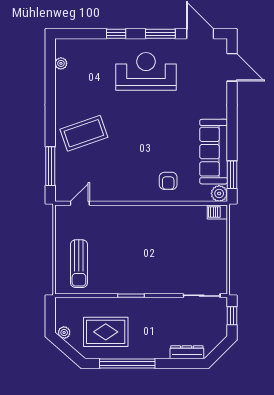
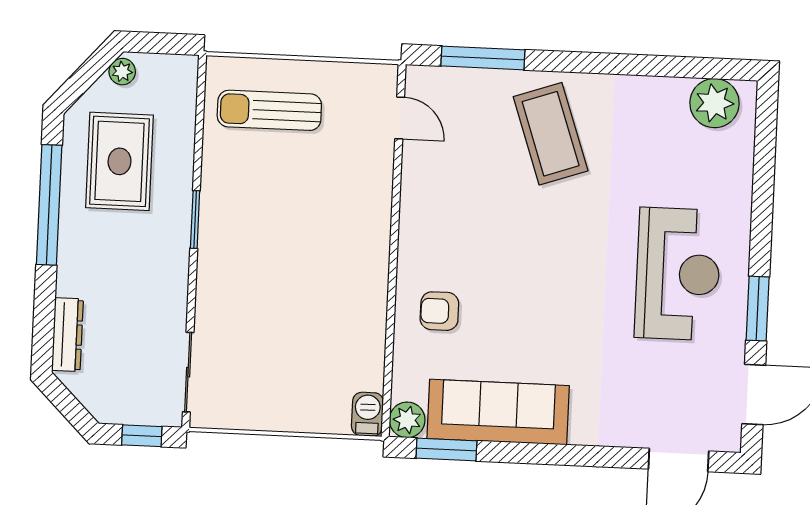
window: (116, 34) -> (762, 213), removed
plant: (61, 63) -> (714, 103), width x1.87, depth x1.87

